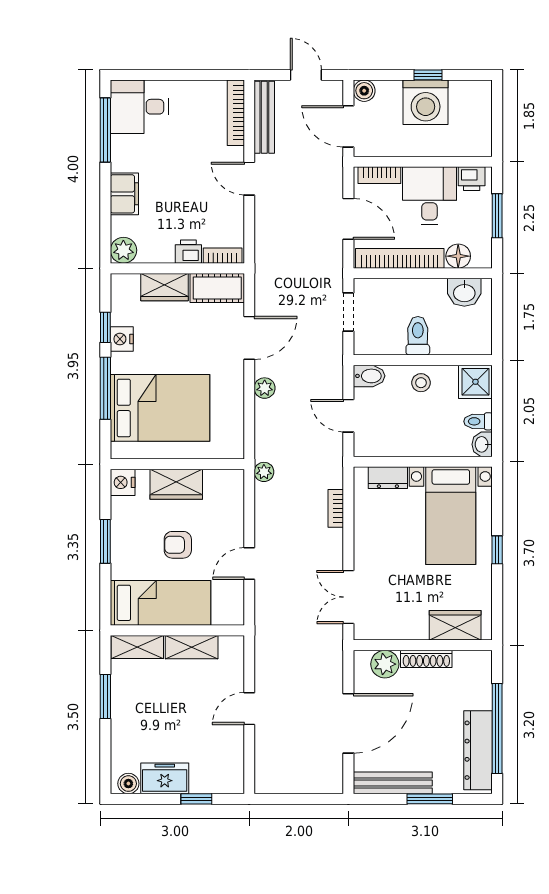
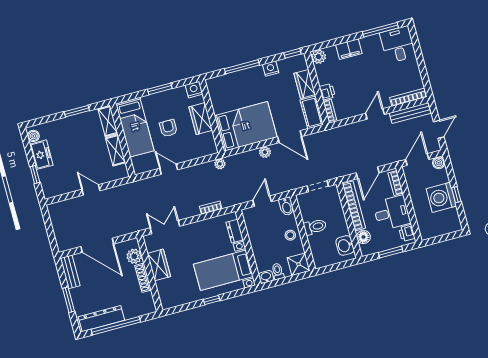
window: (105, 327) -> (292, 53), moved
bed: (160, 408) -> (246, 126), moved, turned -90
wardrobe: (455, 625) -> (159, 265), moved
bench: (393, 783) -> (70, 272), width x0.73

